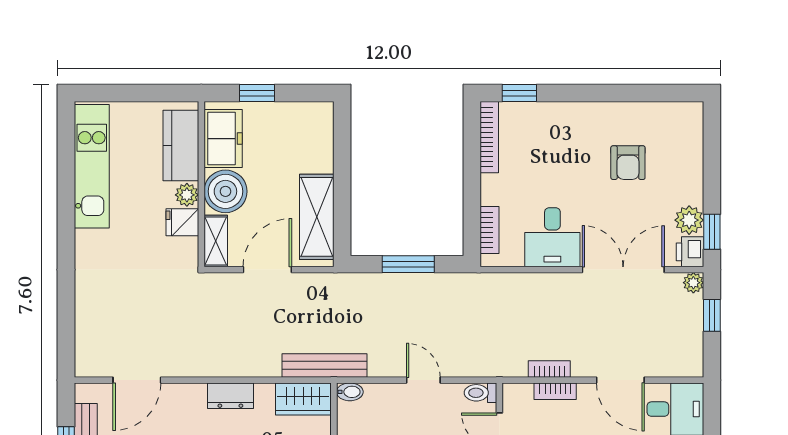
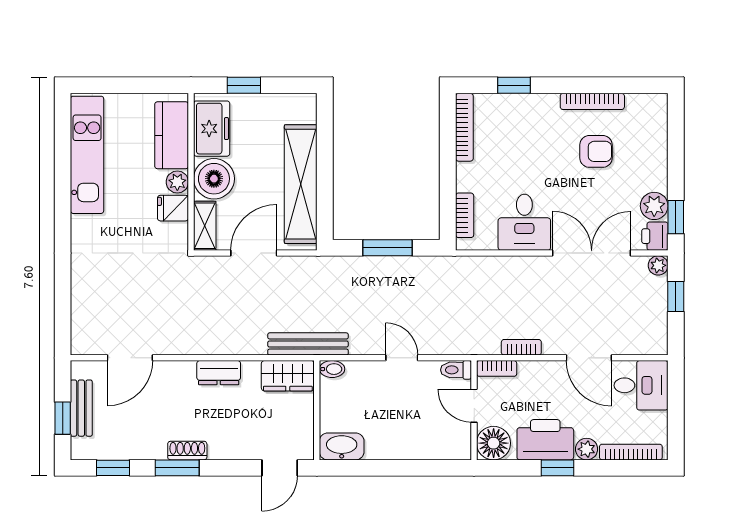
window: (519, 93) -> (514, 85), moved
bookcase: (624, 110) -> (592, 101), added
armchair: (628, 163) -> (596, 151), turned -90
shelving: (317, 217) -> (301, 184), width x1.47
bookcase: (555, 391) -> (497, 368), moved

